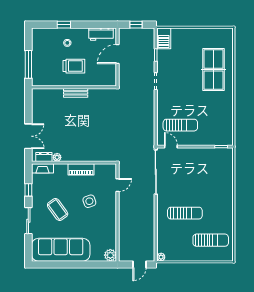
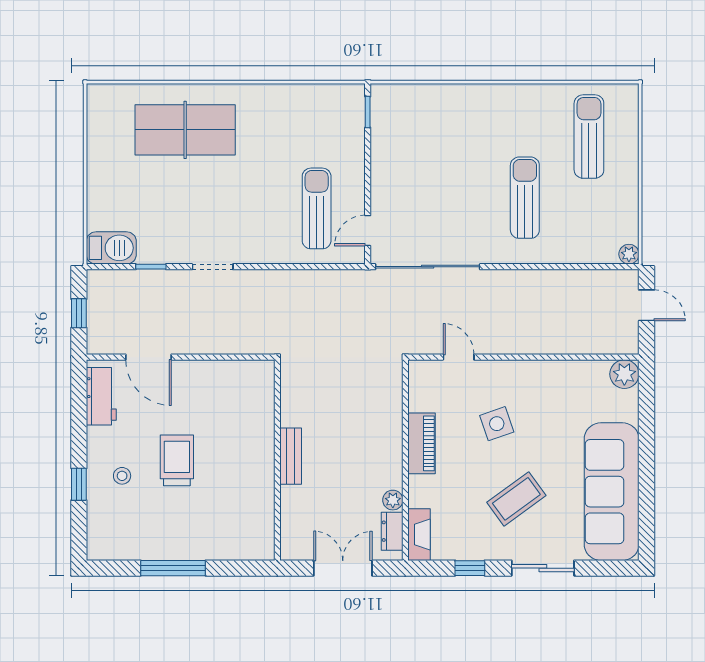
wall: (74, 87) -> (277, 460), moved
bench: (76, 93) -> (291, 456), moved

